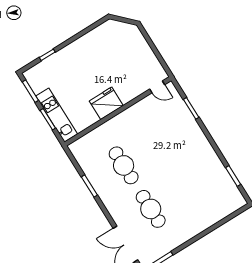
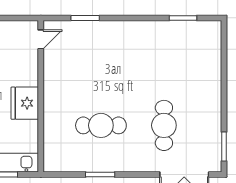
cafe table: (151, 209) -> (164, 125), turned 90

